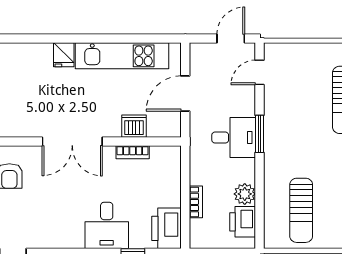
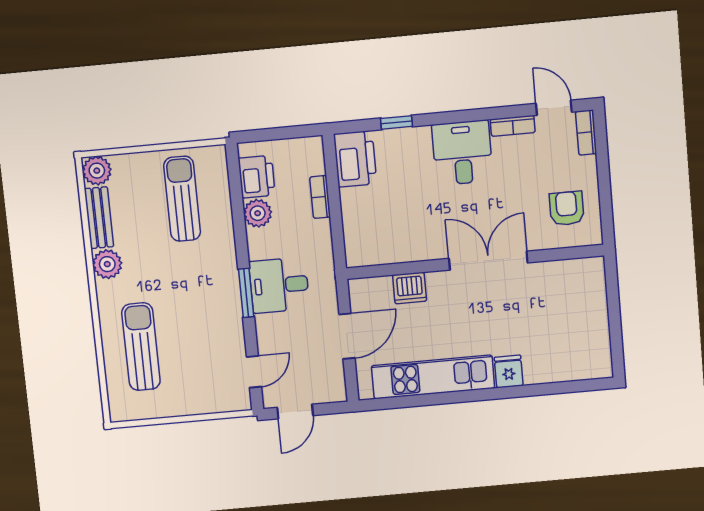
bookcase: (133, 152) -> (513, 126), moved, turned 180
desk: (107, 225) -> (462, 153), moved

